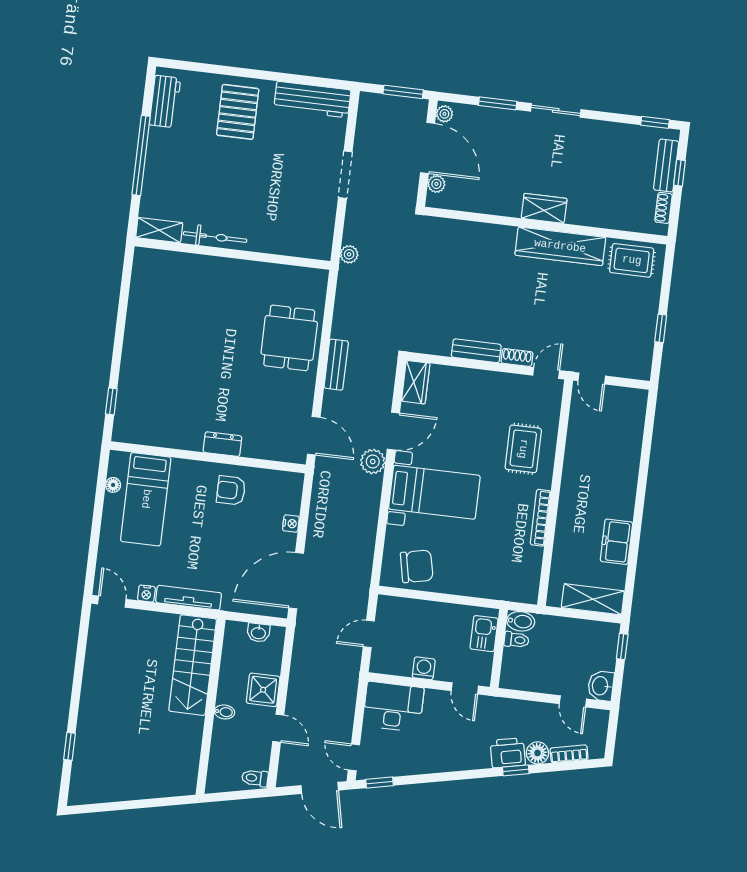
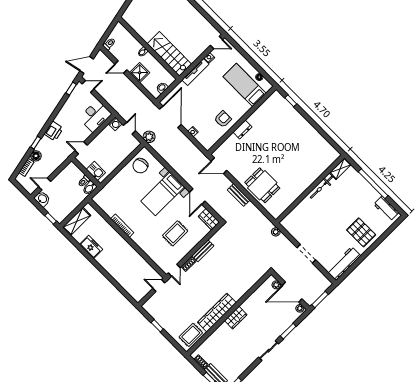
rug: (523, 449) -> (175, 233), moved, turned 90
plant: (373, 461) -> (149, 137), moved
washing machine: (424, 668) -> (115, 124), moved
printer: (508, 753) -> (54, 131), moved

